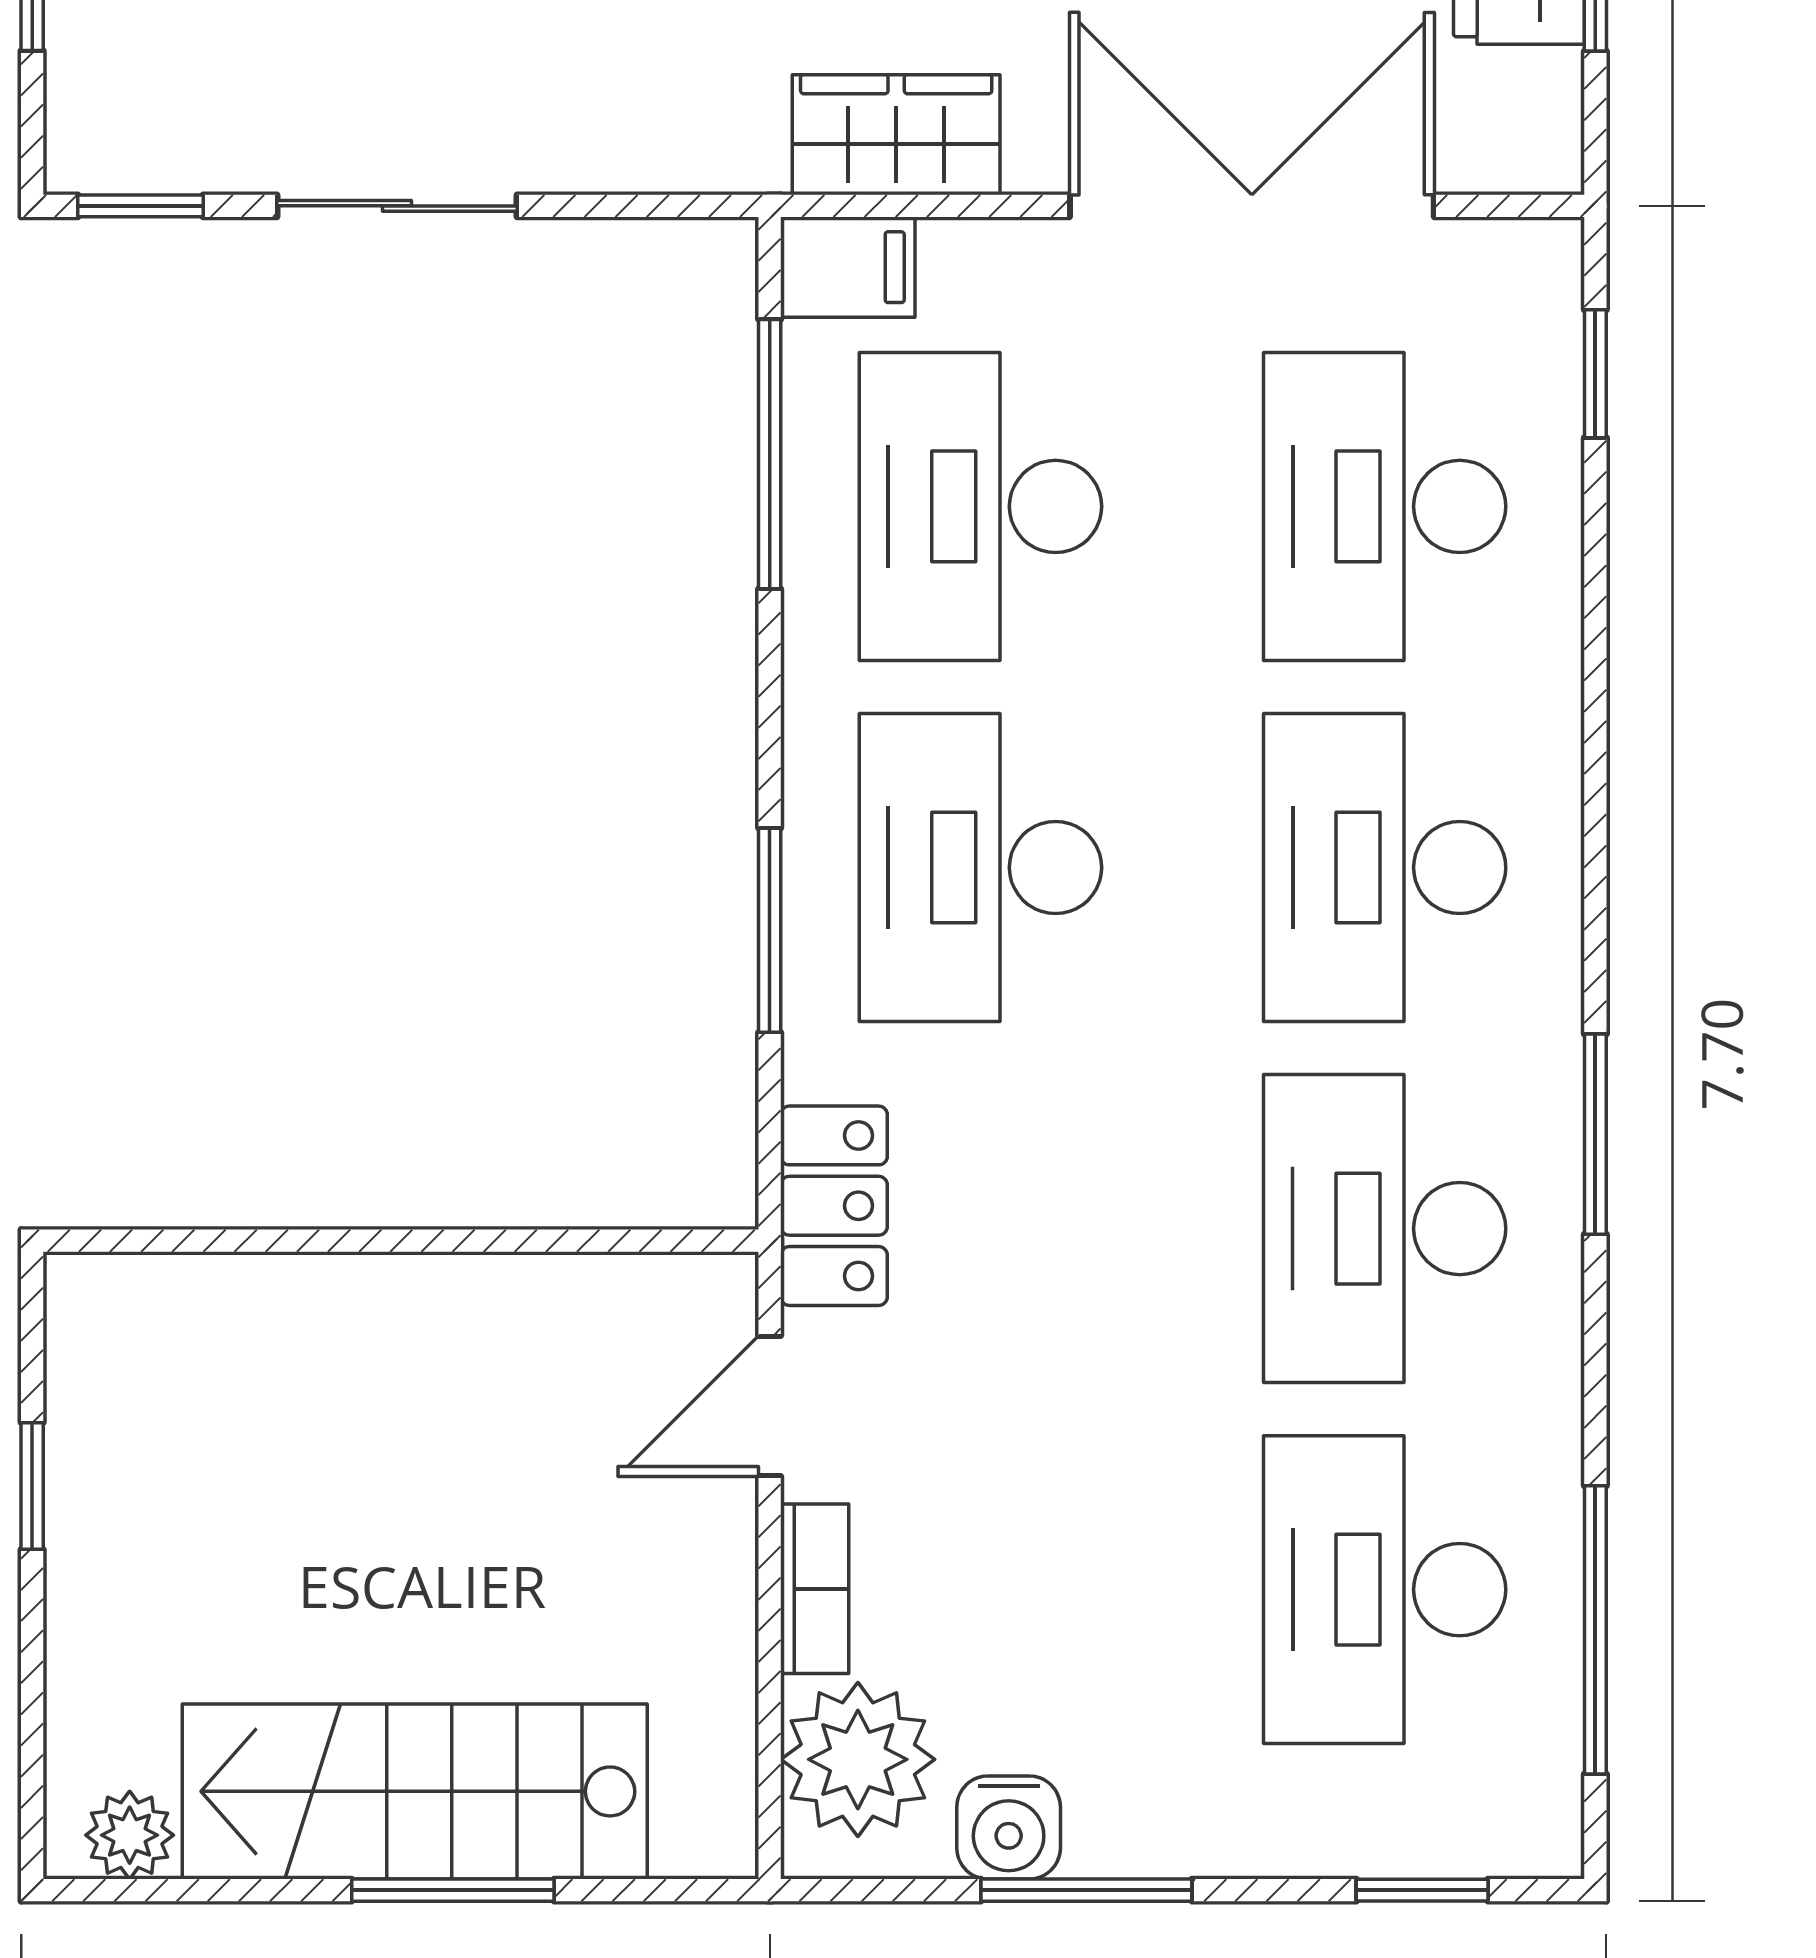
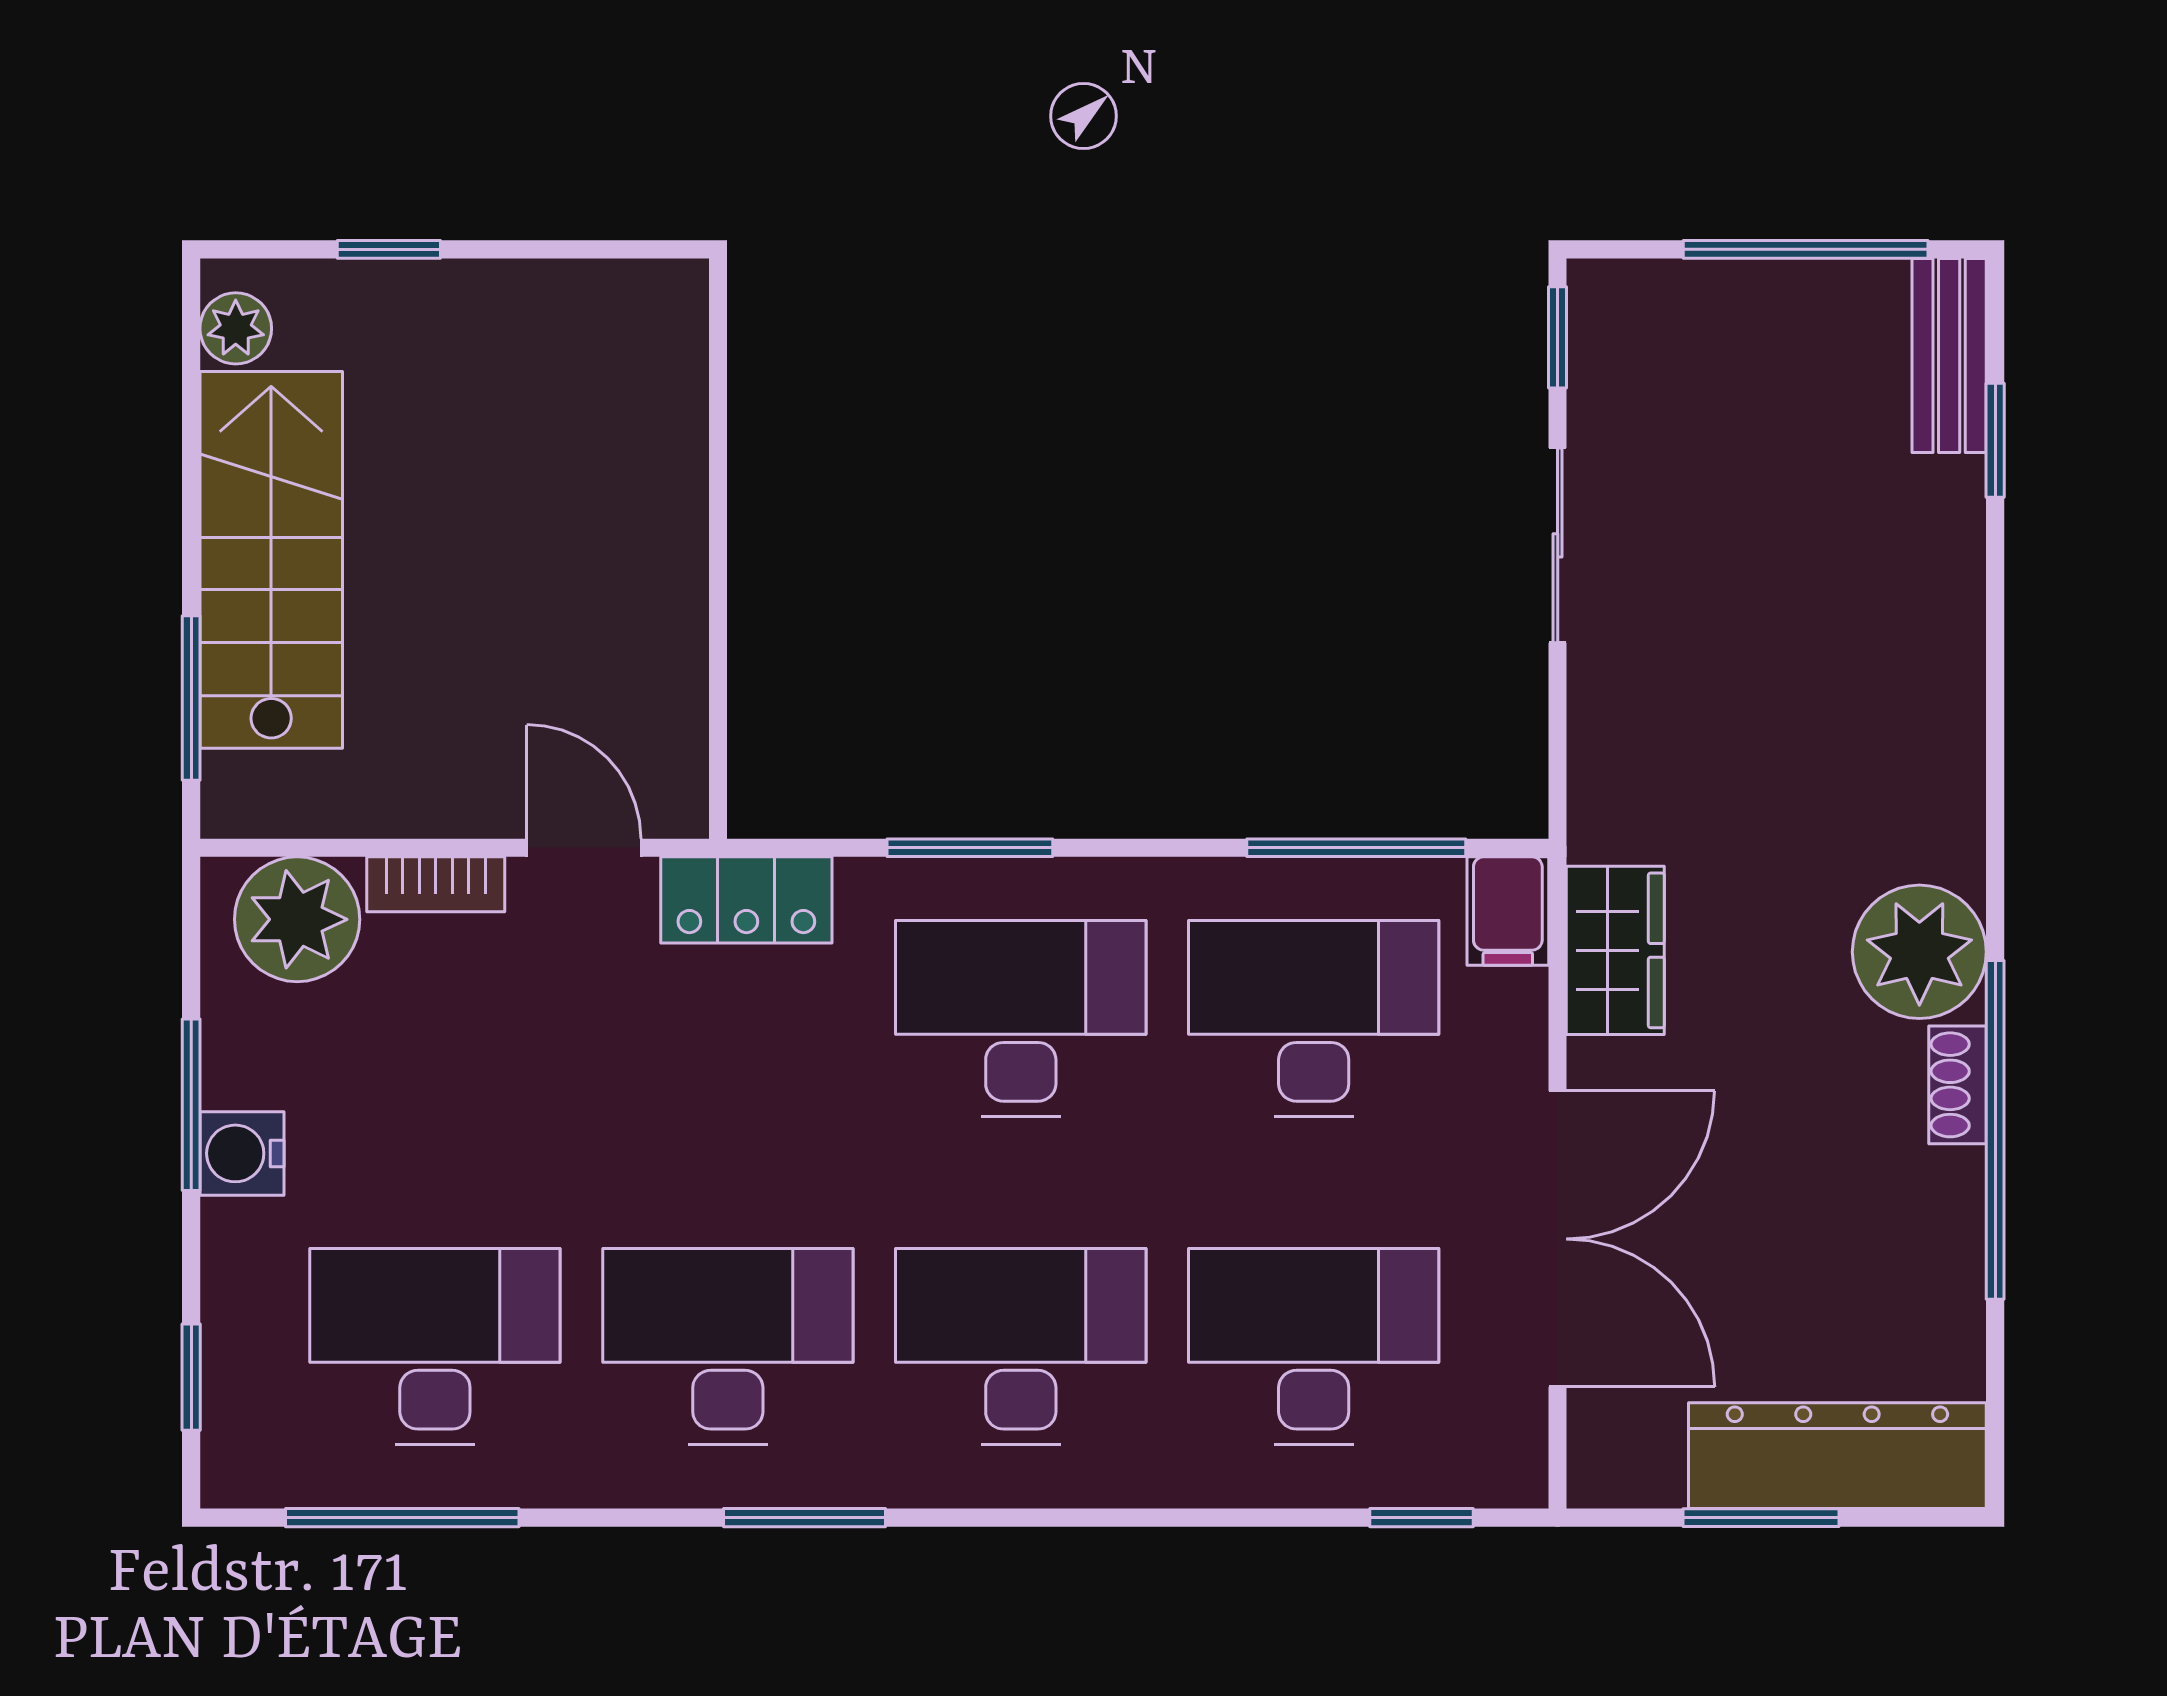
window: (32, 1486) -> (389, 249), moved
water cooler: (1009, 1828) -> (242, 1153), moved
window: (453, 1890) -> (191, 698), moved

